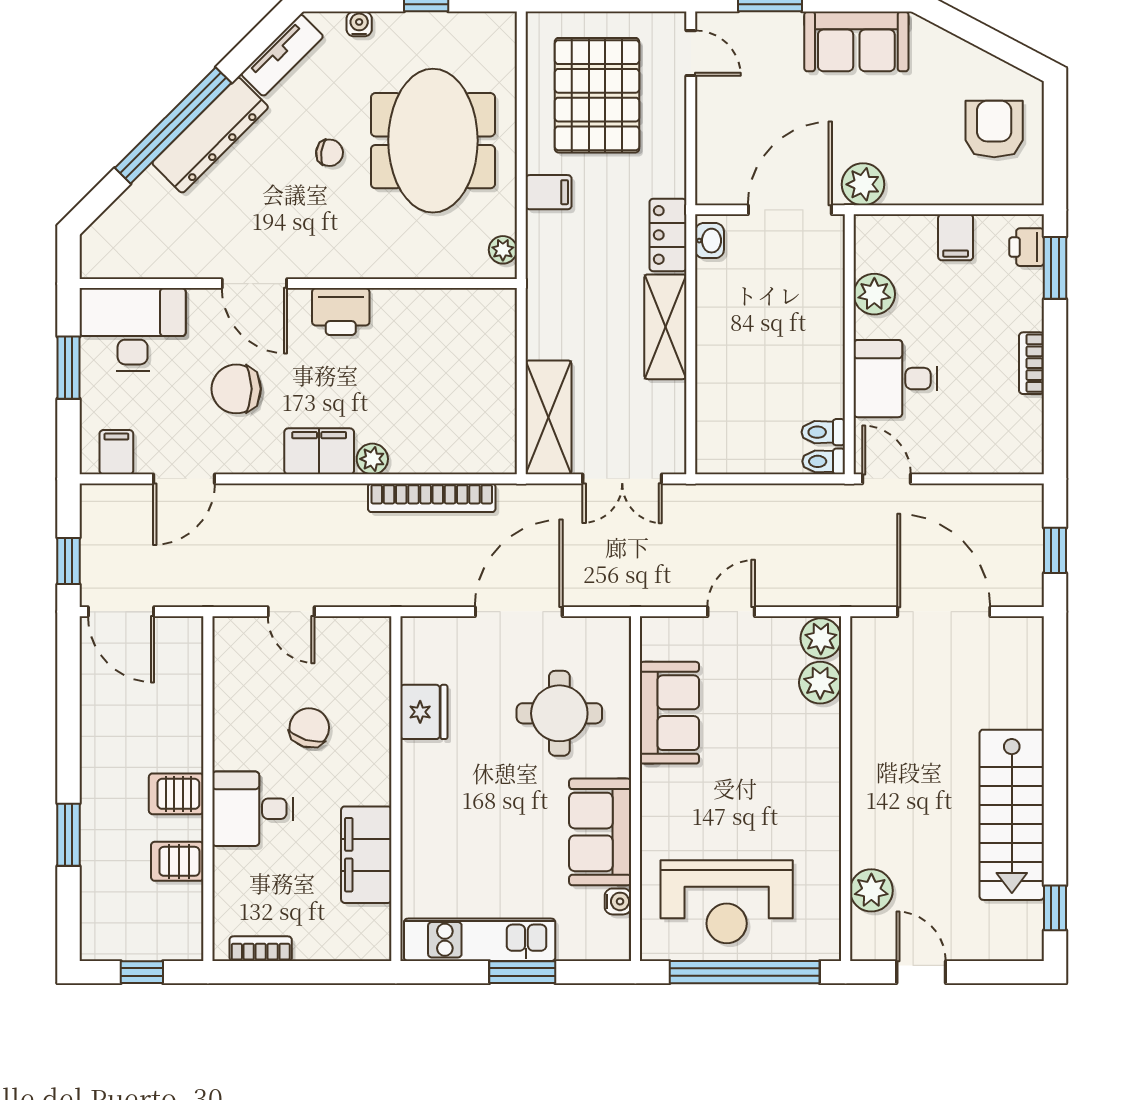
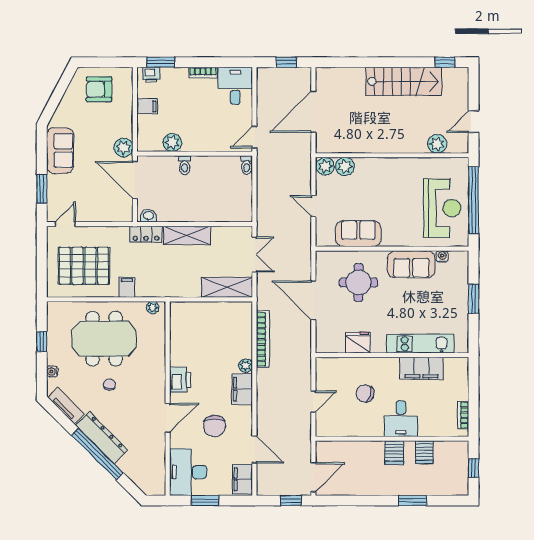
desk: (895, 379) -> (235, 86), moved, turned 180
toilet: (823, 432) -> (185, 165), moved
filing cabinet: (116, 452) -> (243, 479), width x2.00
kitchen unit: (480, 940) -> (420, 344), moved, turned 90

